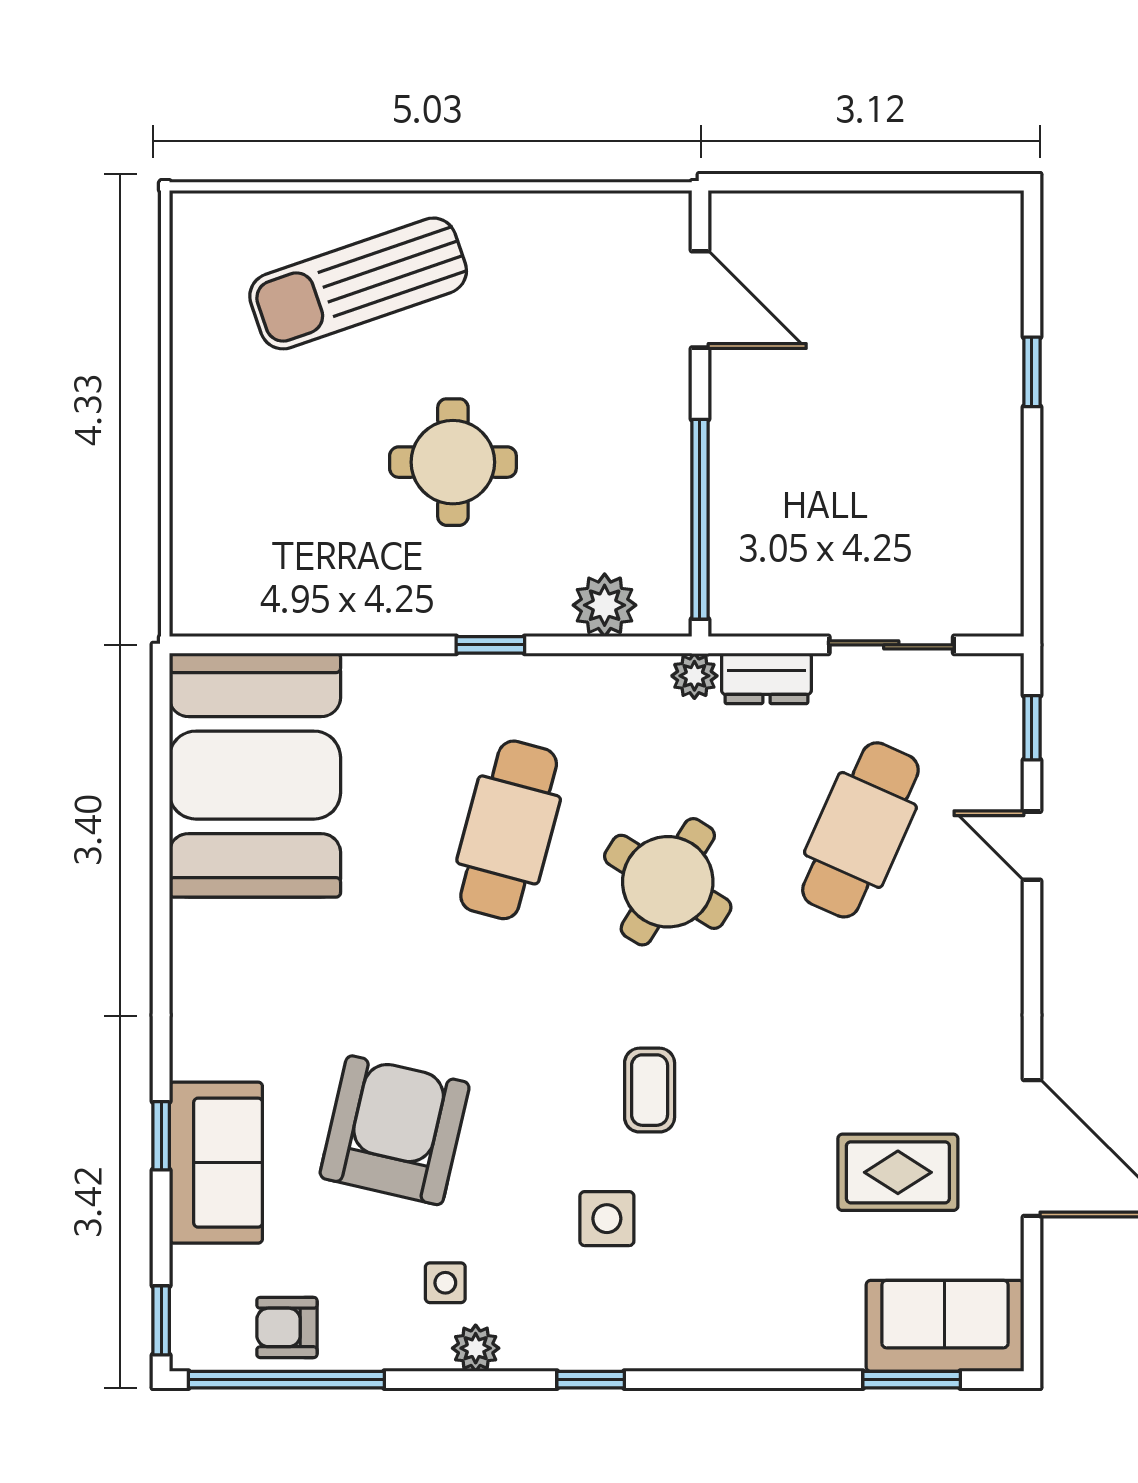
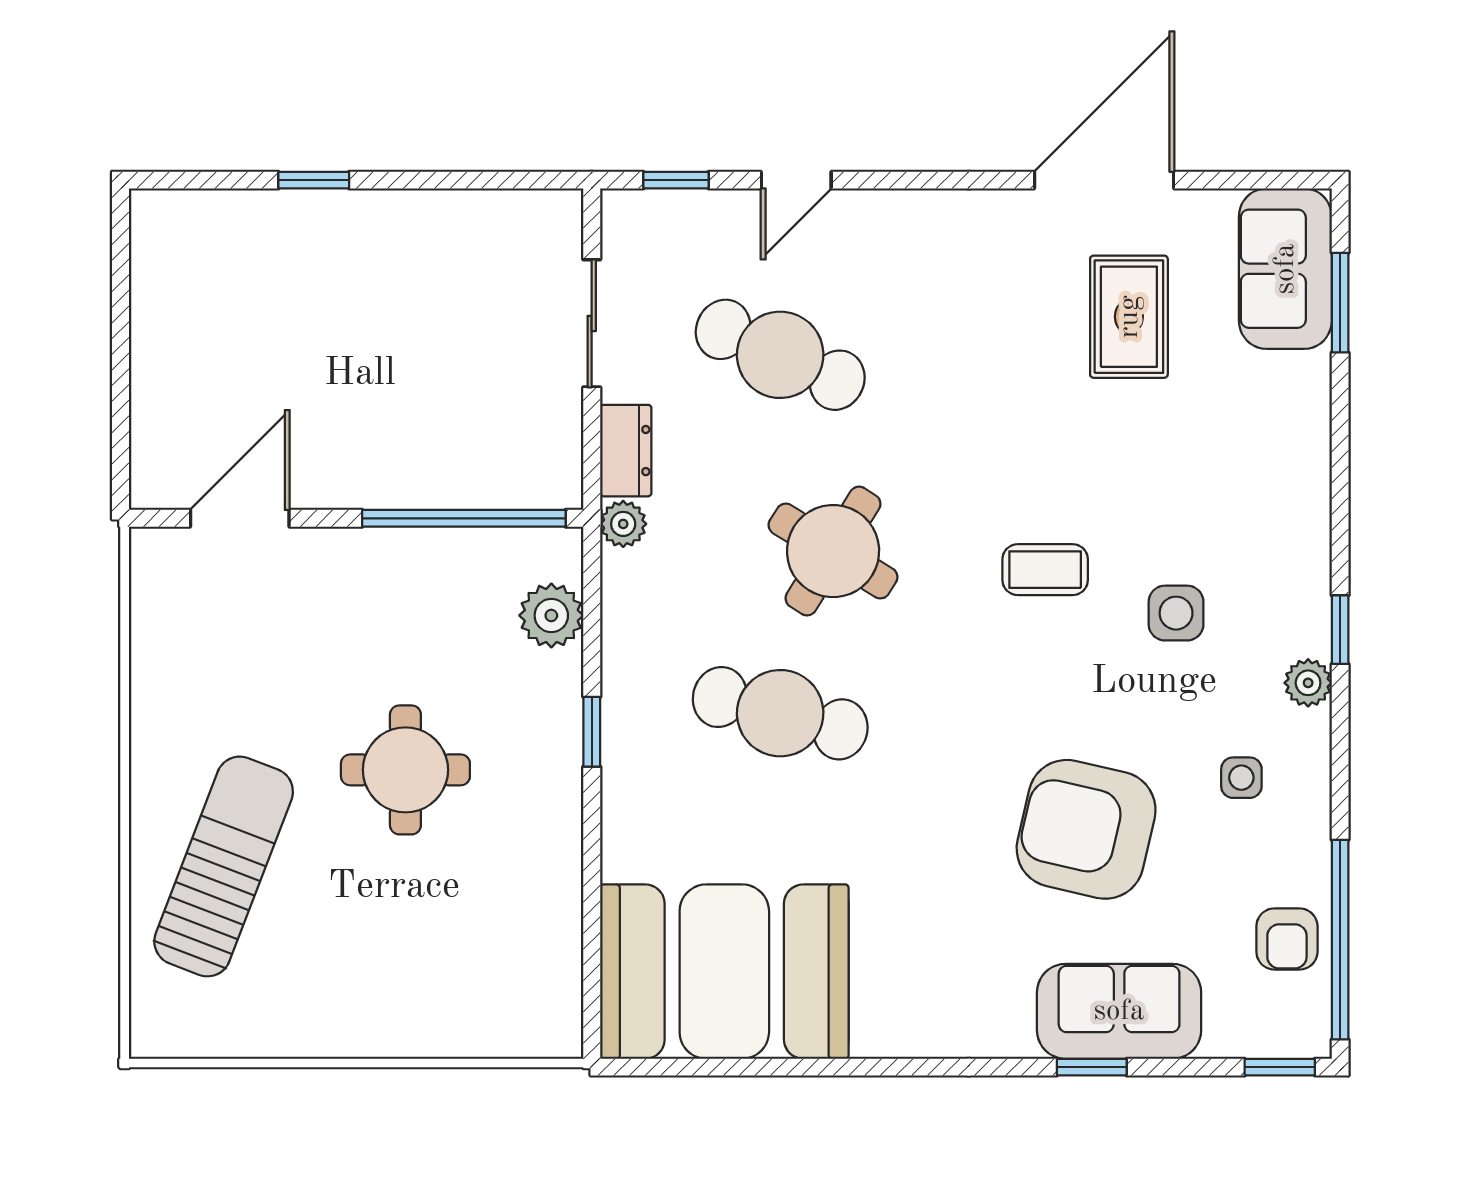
sun lounger: (358, 283) -> (224, 866), turned -140
plant: (476, 1348) -> (1308, 683), moved

